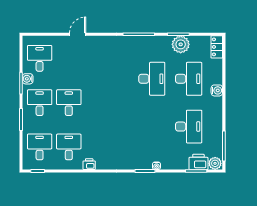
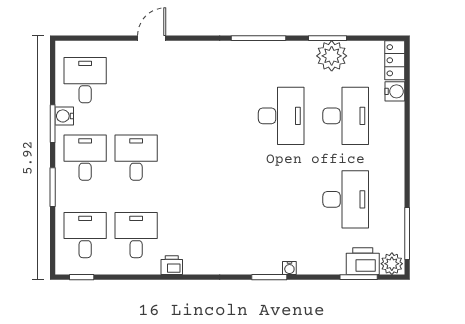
water cooler: (217, 90) -> (395, 91), moved

